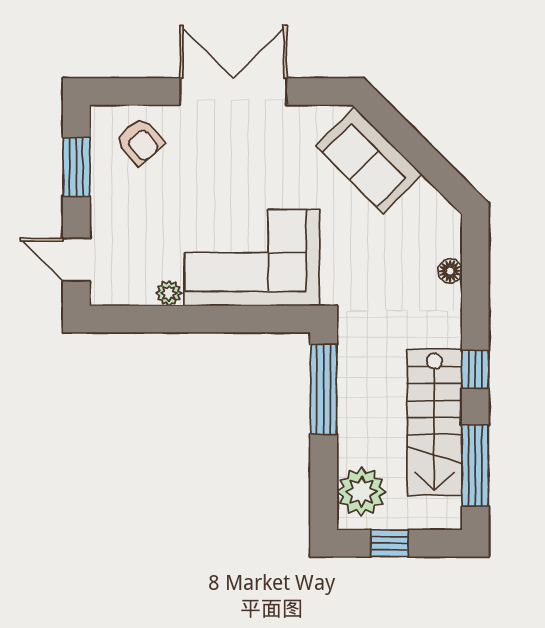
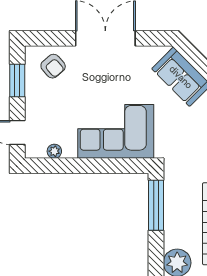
plant: (169, 293) -> (54, 151), moved

